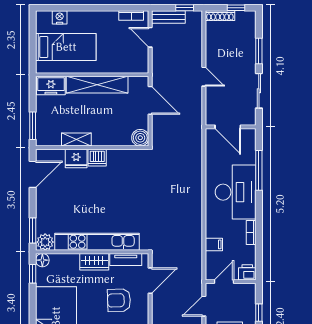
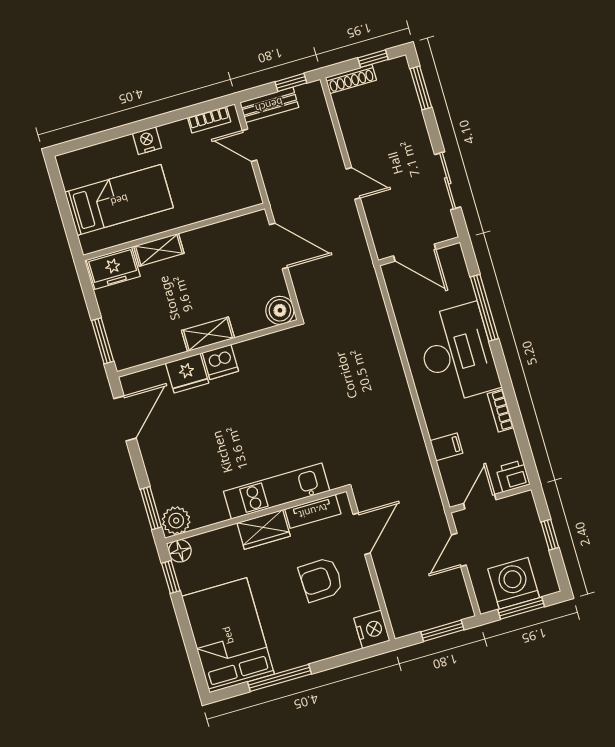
nightstand: (60, 17) -> (147, 141), moved
window: (259, 51) -> (421, 88), moved
shelving: (97, 85) -> (159, 250), width x0.45, depth x0.75
shelving: (76, 140) -> (208, 334), moved
kitchen unit: (97, 242) -> (277, 491), width x0.73

